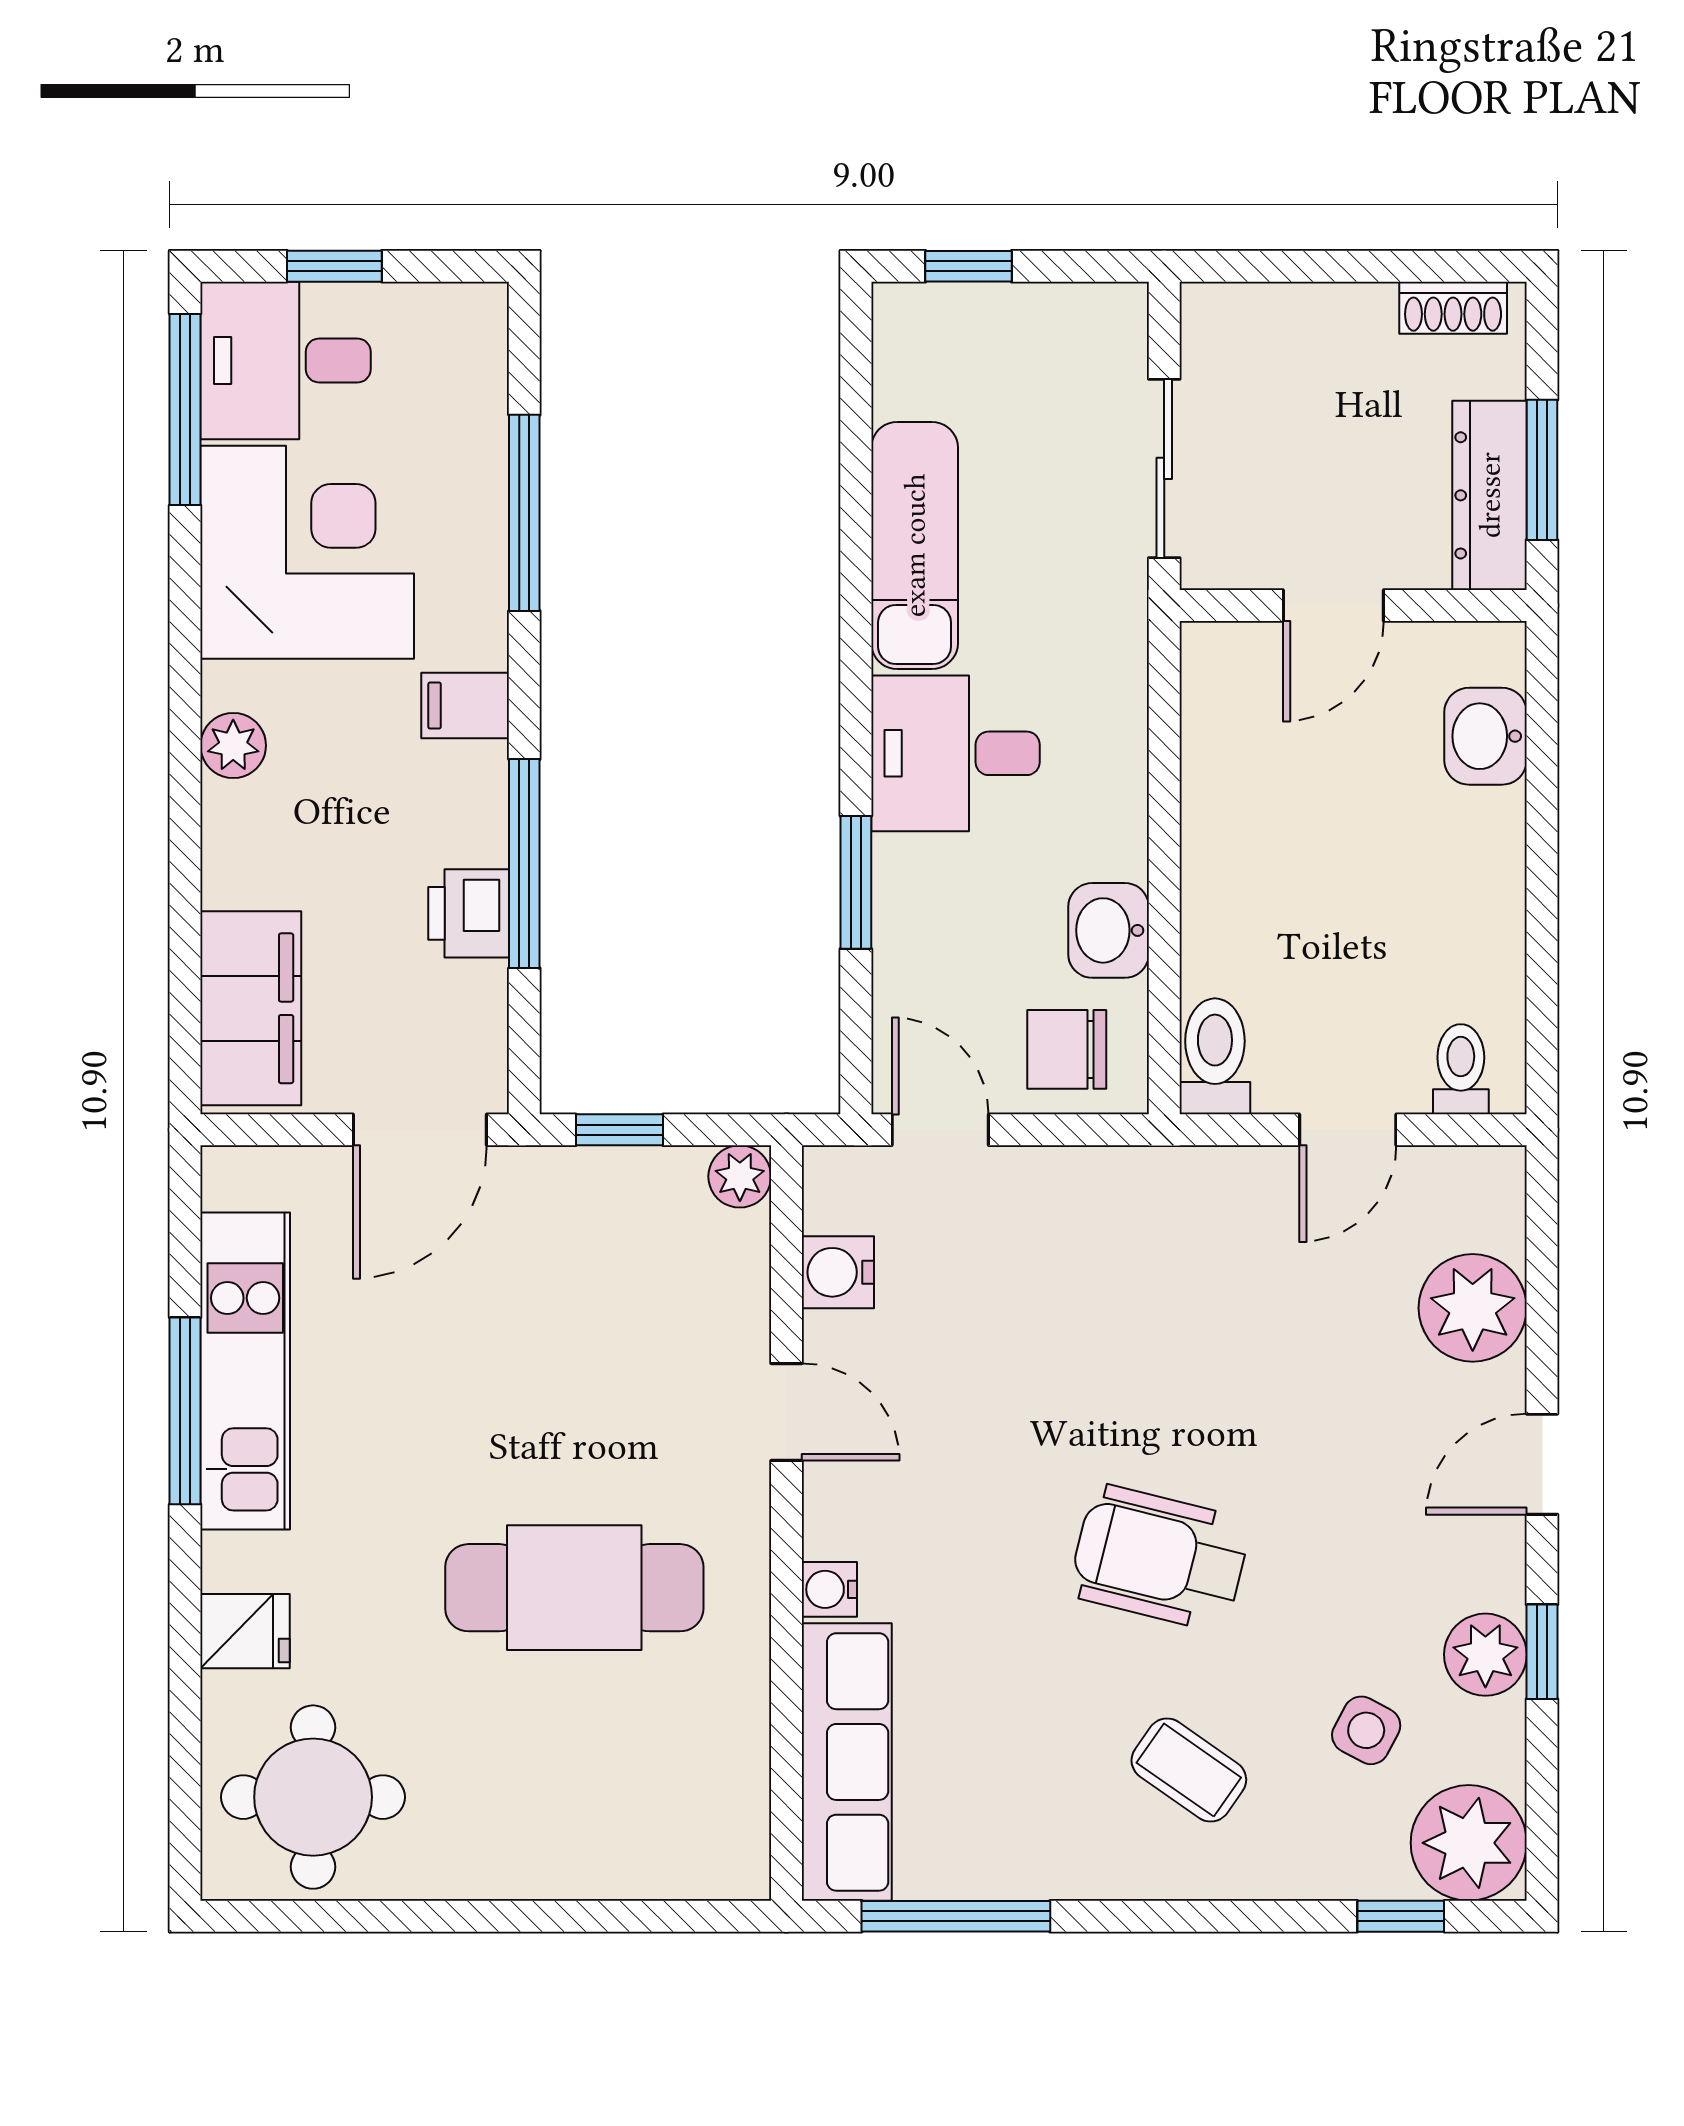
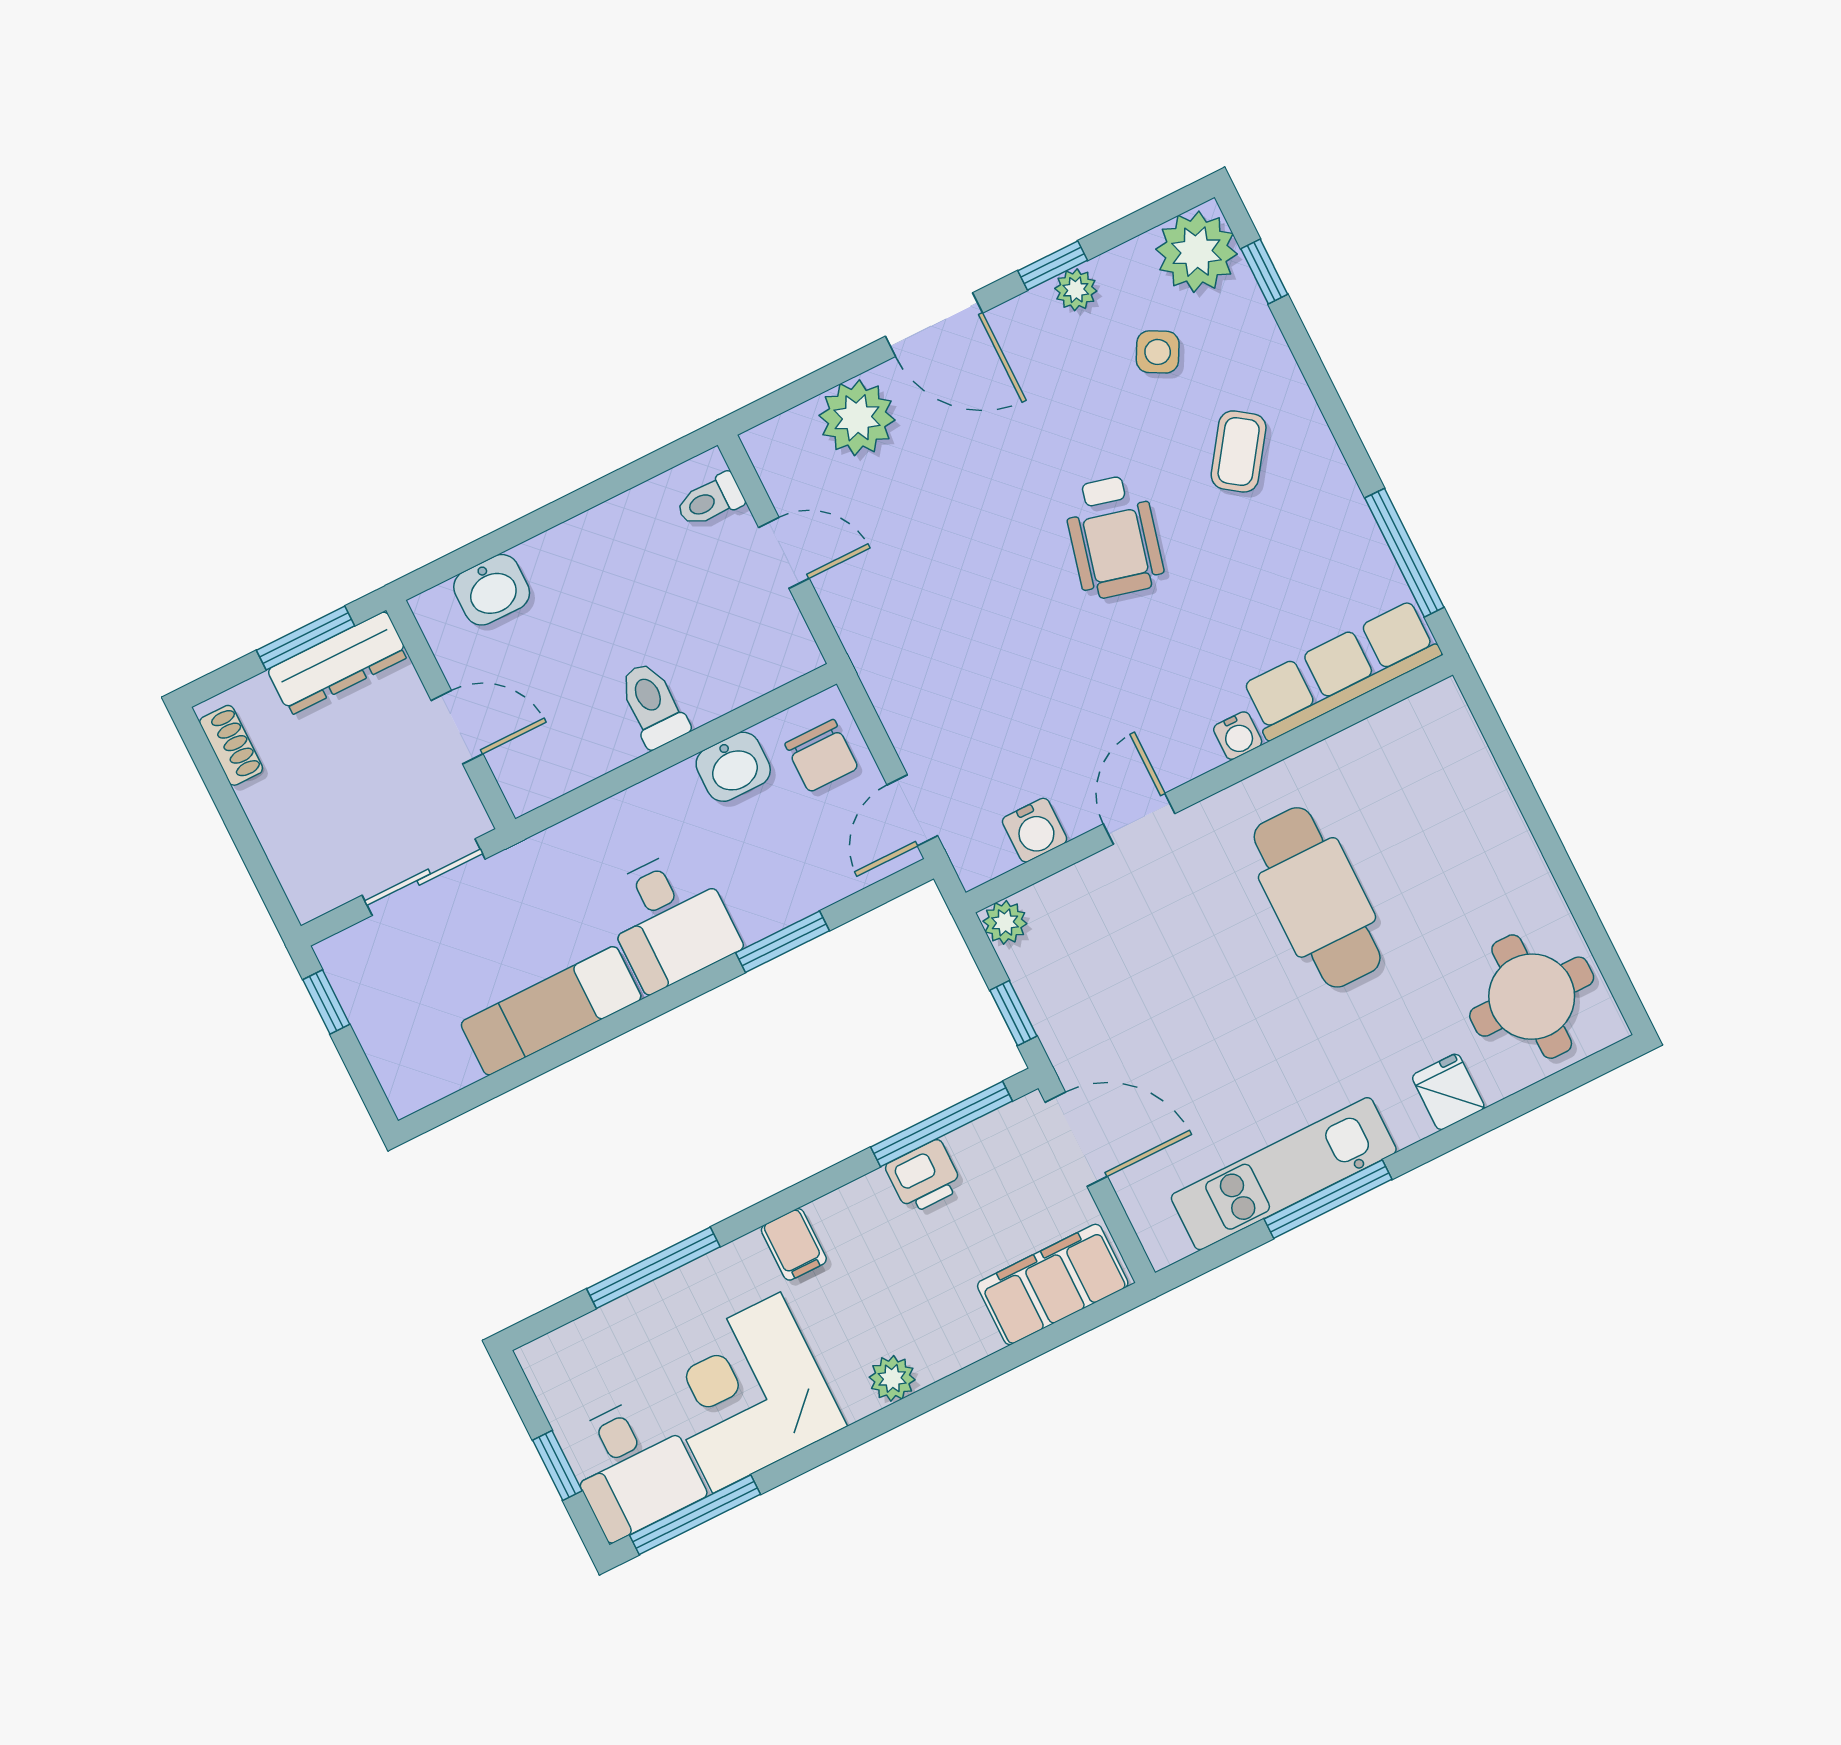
window: (968, 266) -> (326, 1002), moved
window: (524, 864) -> (942, 1124), moved
toilet: (1215, 1056) -> (653, 705), moved, turned 90
door: (1542, 1464) -> (934, 325), width x1.38
plant: (1485, 1655) -> (1076, 290), width x0.73, depth x0.73

